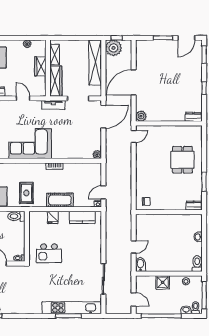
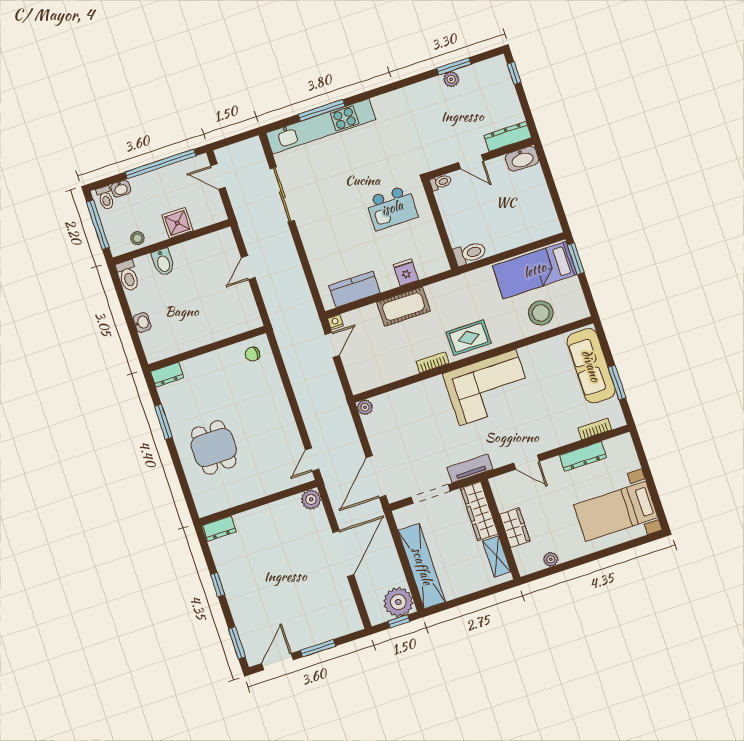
rug: (26, 193) -> (469, 338), moved, turned 90
kitchen island: (49, 253) -> (392, 208), turned 180
bidet: (140, 265) -> (163, 262), moved

